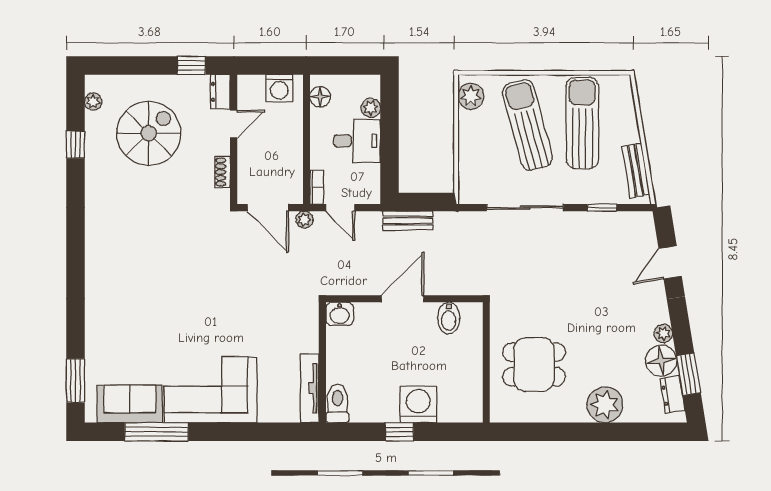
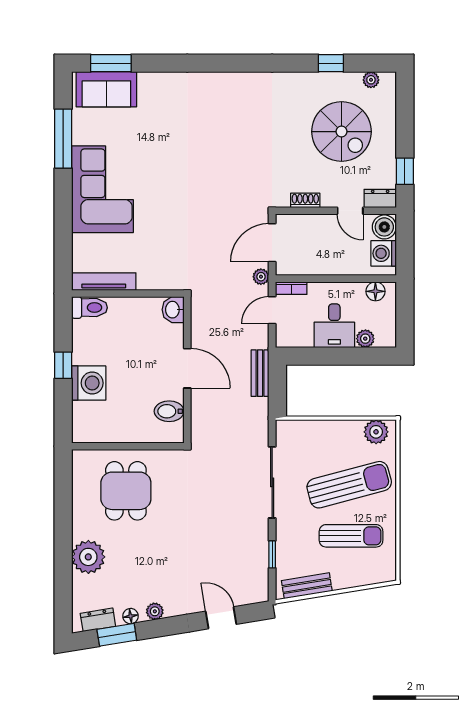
boiler: (251, 87) -> (384, 227), added
sun lounger: (582, 123) -> (351, 536), width x0.73, depth x0.75
floor lamp: (661, 361) -> (131, 616), width x0.53, depth x0.53
sofa: (130, 404) -> (106, 89), moved, turned 90

